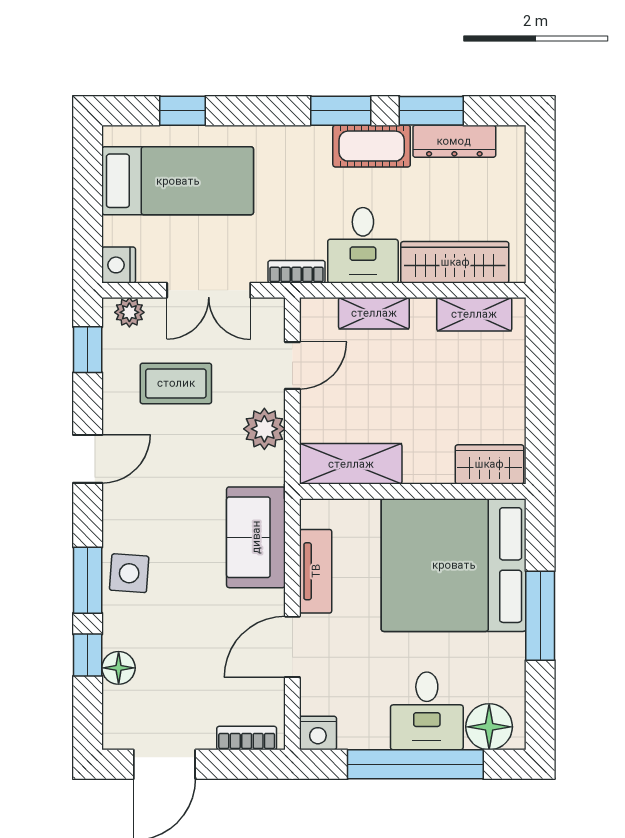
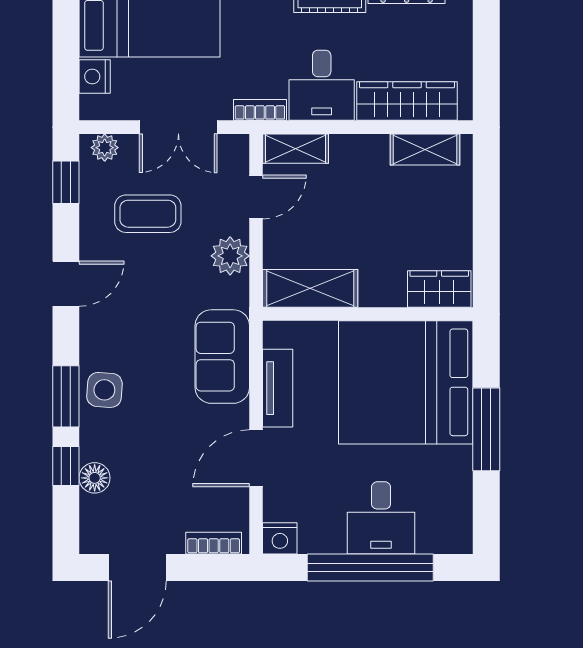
nightstand: (119, 265) -> (95, 77), moved
shelving: (374, 313) -> (295, 149), moved
floor lamp: (489, 727) -> (439, 533), removed

